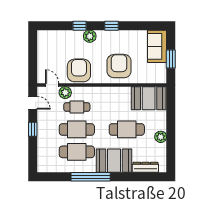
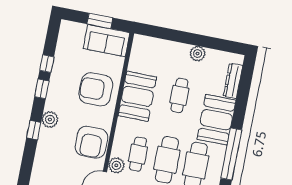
window: (131, 26) -> (47, 64), added
sofa: (157, 46) -> (107, 41), moved
armchair: (79, 70) -> (91, 142), turned -90
booth: (149, 98) -> (137, 96), moved
cafe table: (127, 129) -> (179, 95), width x0.73, depth x0.74

